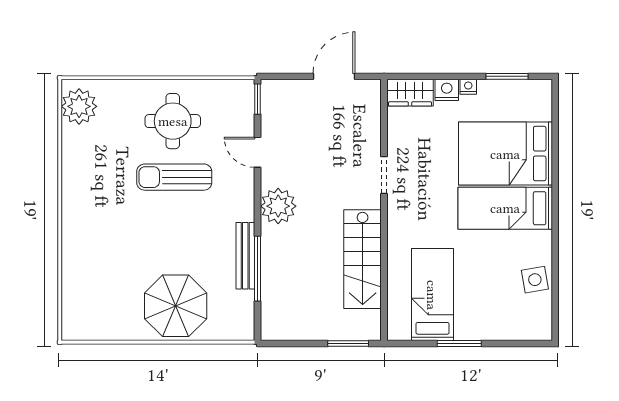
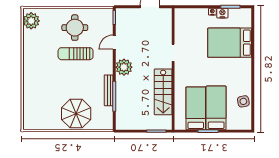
nightstand: (447, 90) -> (222, 13), moved
wardrobe: (410, 93) -> (185, 14), removed
door: (257, 152) -> (114, 42), hinge flipped
bed: (505, 208) -> (216, 108), moved, turned 90

